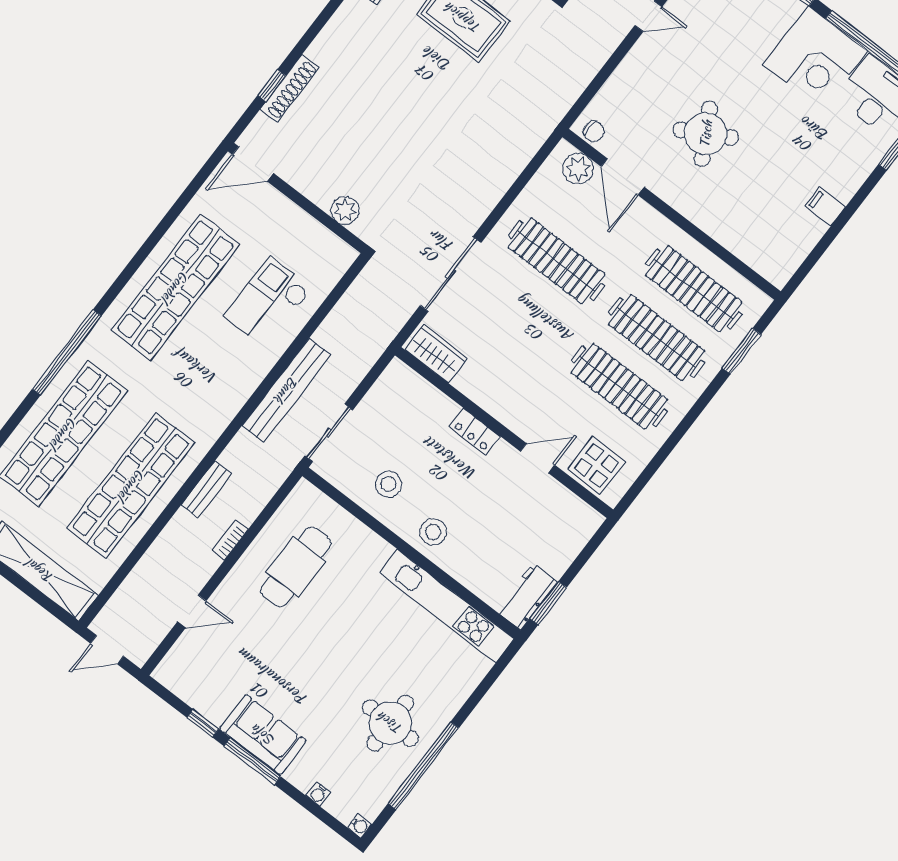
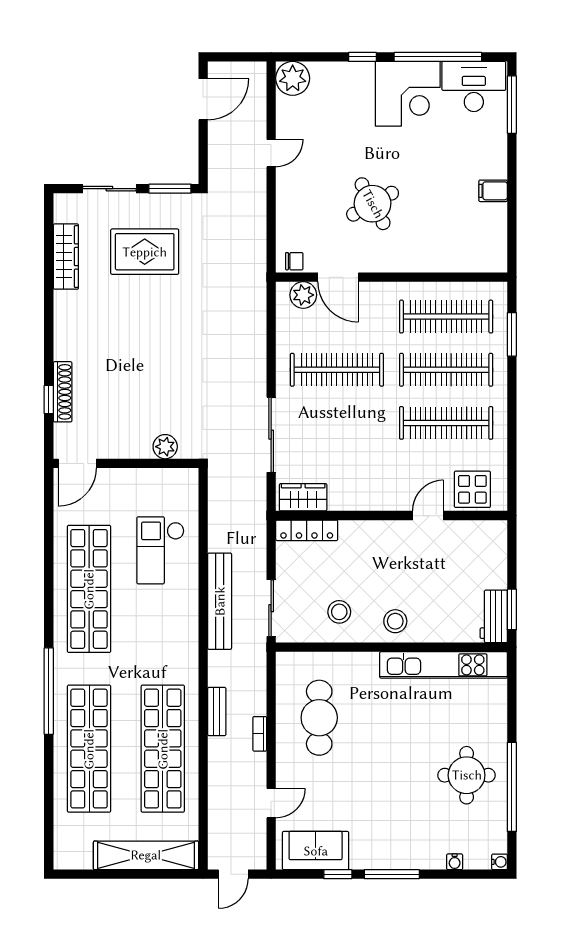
locker: (475, 431) -> (307, 530), moved, width x1.53
sofa: (263, 735) -> (316, 851), moved

